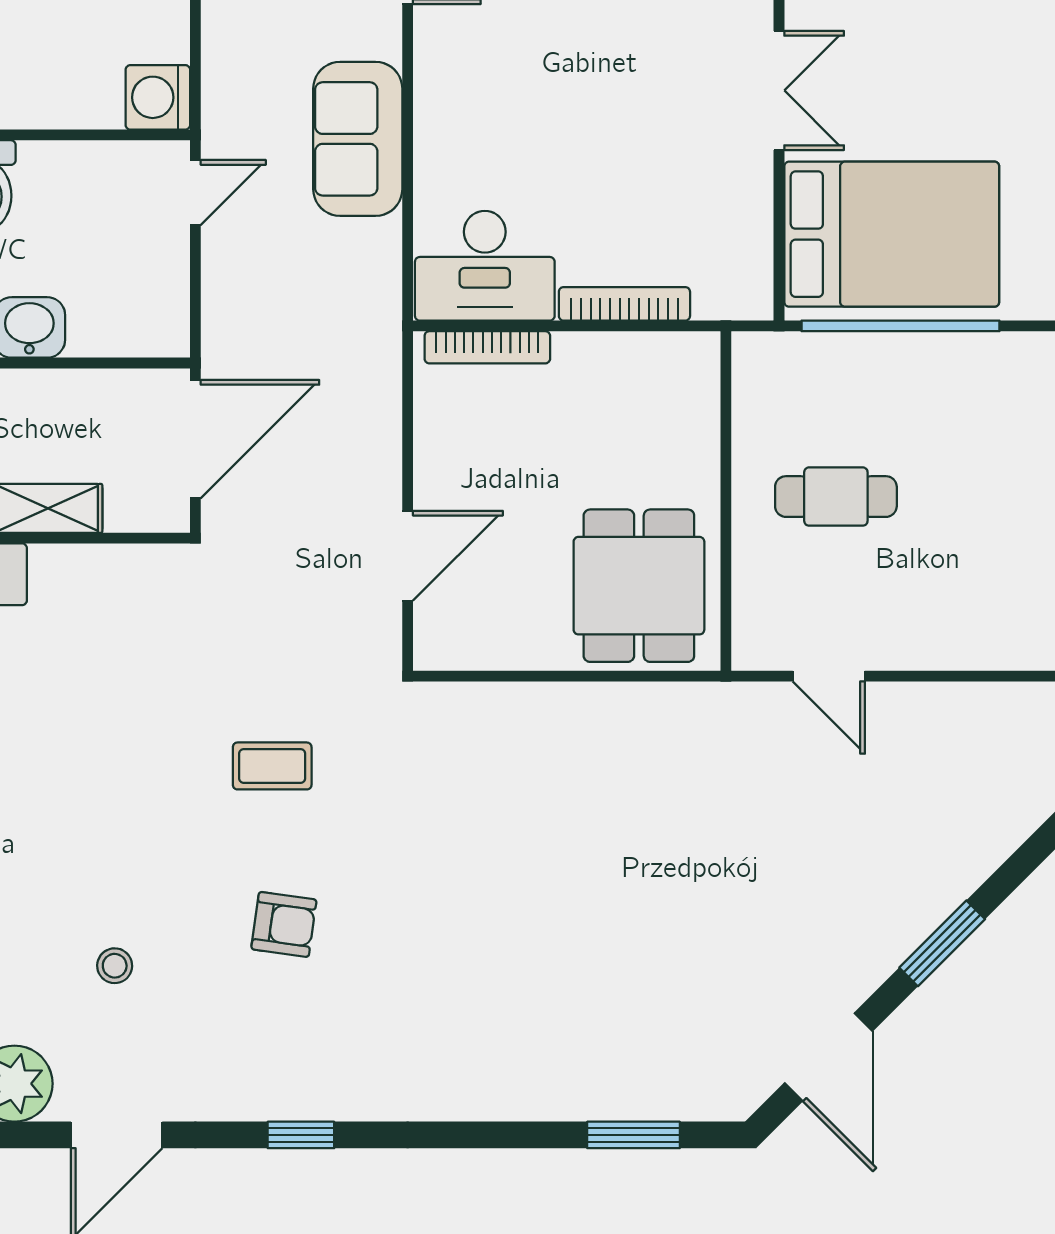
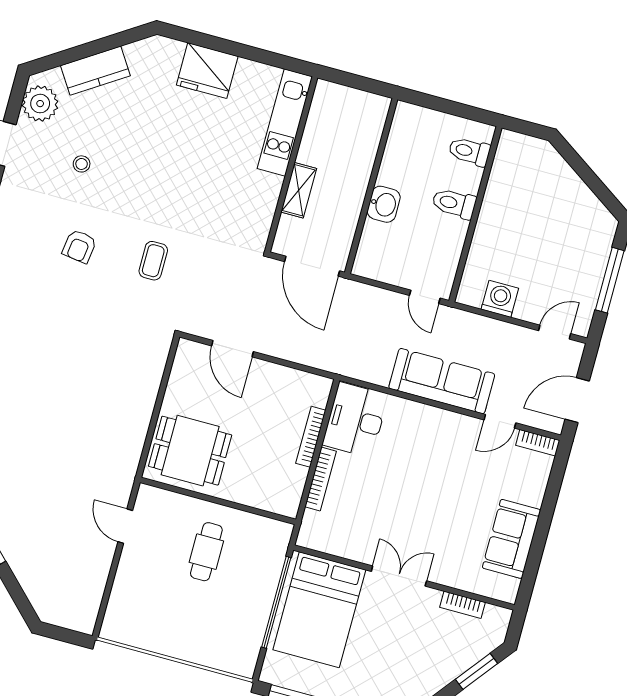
double door: (779, 90) -> (399, 576), swing flipped
washing machine: (158, 97) -> (500, 299), moved
sofa: (358, 139) -> (442, 381), width x1.36
bookcase: (487, 347) -> (311, 437), moved
door: (829, 676) -> (125, 526), hinge flipped

